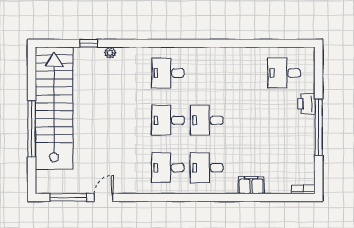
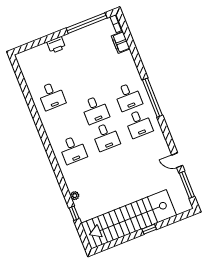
desk: (284, 73) -> (52, 96), moved
window: (319, 127) -> (87, 23), moved
window: (32, 129) -> (149, 229), width x0.32
filing cabinet: (251, 185) -> (121, 42), moved
window: (194, 197) -> (152, 98), added

